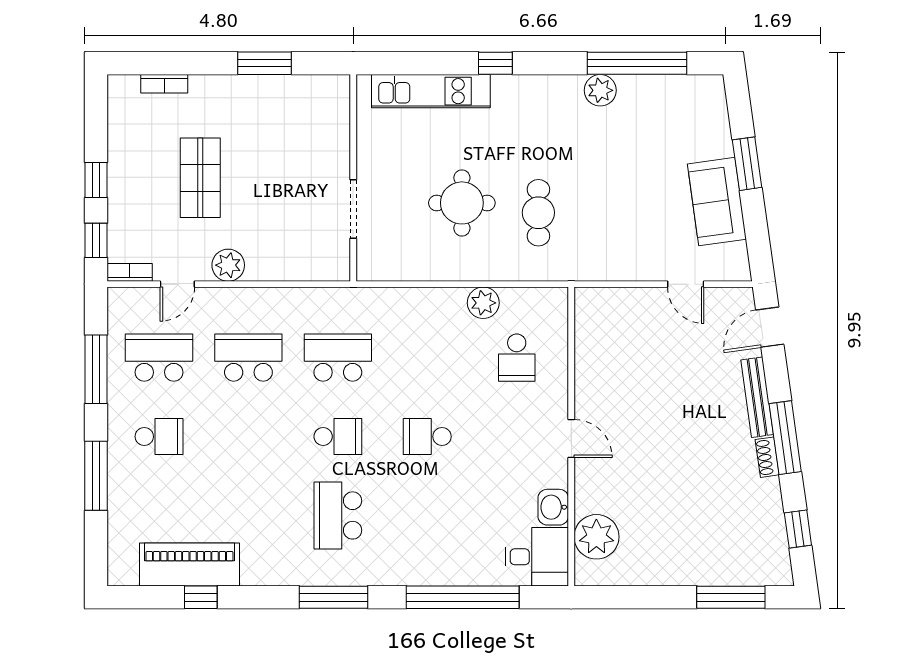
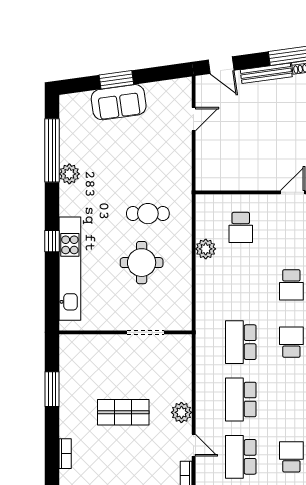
kitchen unit: (431, 91) -> (70, 269), width x1.36
shop shelf: (200, 178) -> (123, 412), moved
sofa: (717, 202) -> (119, 102), moved
school desk: (517, 358) -> (241, 227), turned 90

